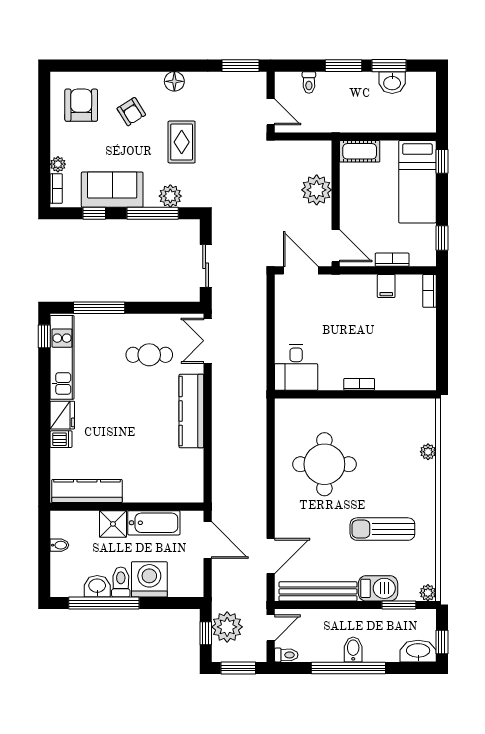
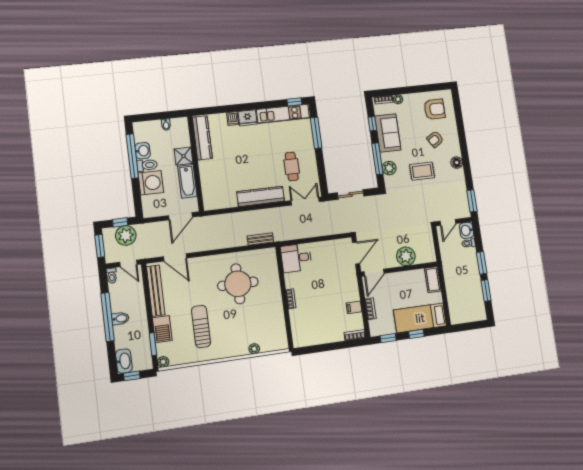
washbasin: (392, 83) -> (467, 230), moved
window: (442, 161) -> (416, 334), moved
bench: (259, 420) -> (260, 239), added

